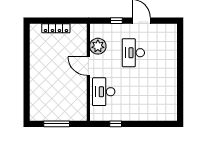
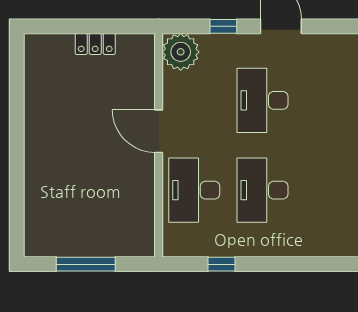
locker: (56, 28) -> (95, 44), width x0.66
plant: (98, 46) -> (181, 52), moved
desk: (133, 92) -> (263, 190), added

